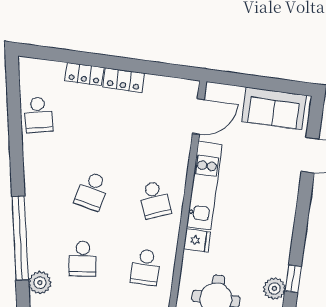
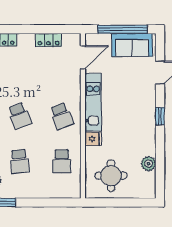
locker: (124, 80) -> (49, 40), moved
window: (263, 83) -> (123, 29), added
school desk: (92, 191) -> (20, 116), turned -33
window: (293, 279) -> (160, 116), moved

